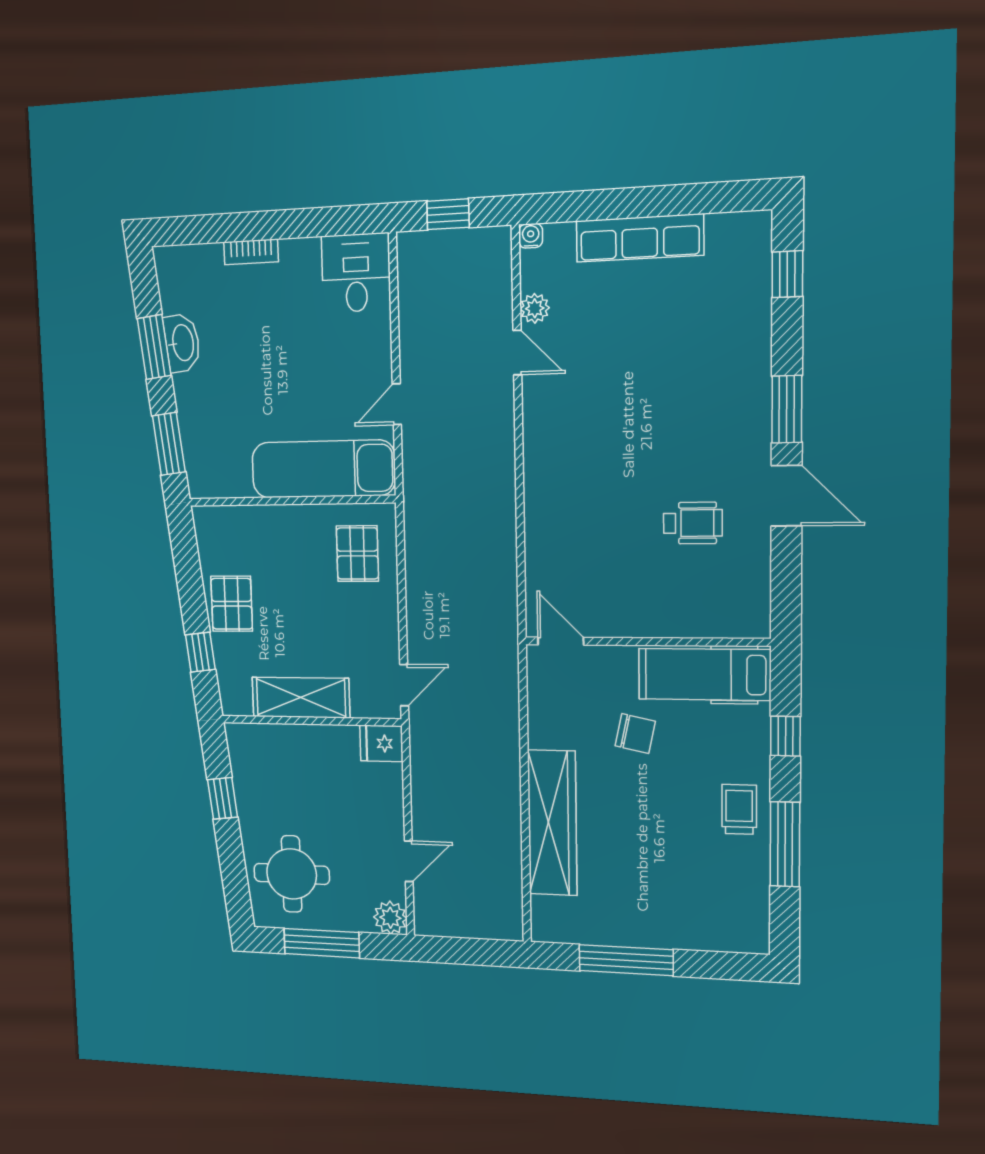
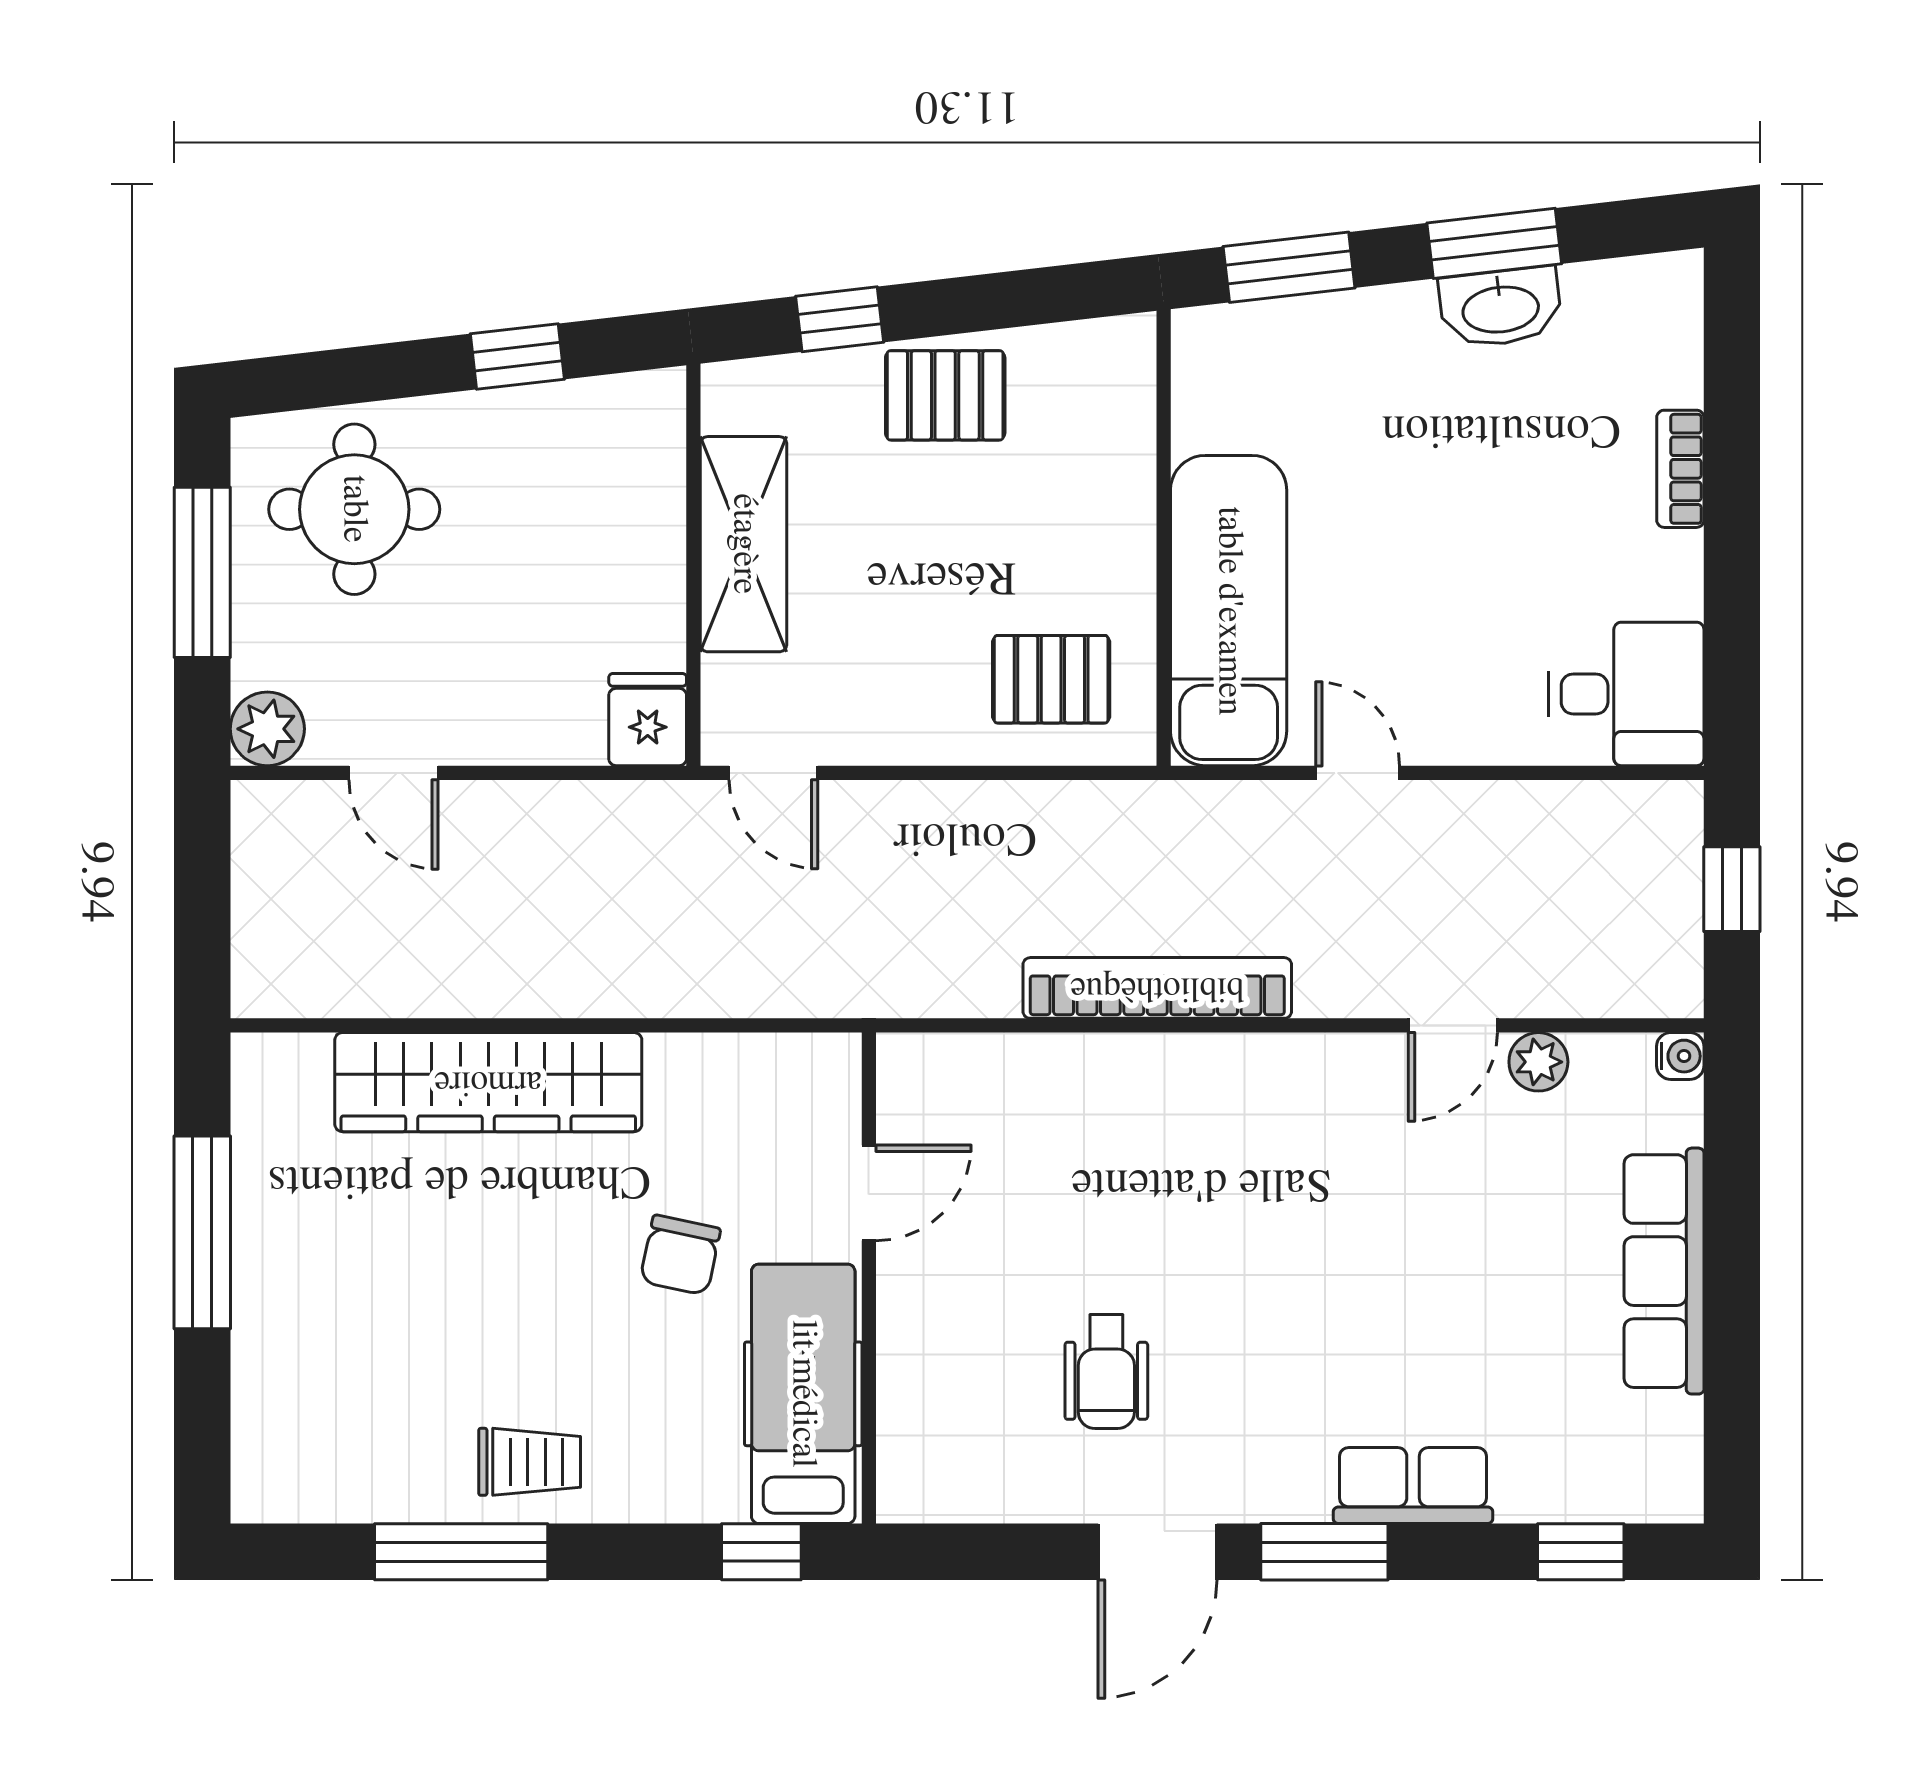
row of seats: (752, 364) -> (1413, 1486), added
bookcase: (502, 500) -> (1157, 988), added
door: (561, 641) -> (869, 1193), moved
window: (785, 736) -> (761, 1552), moved

